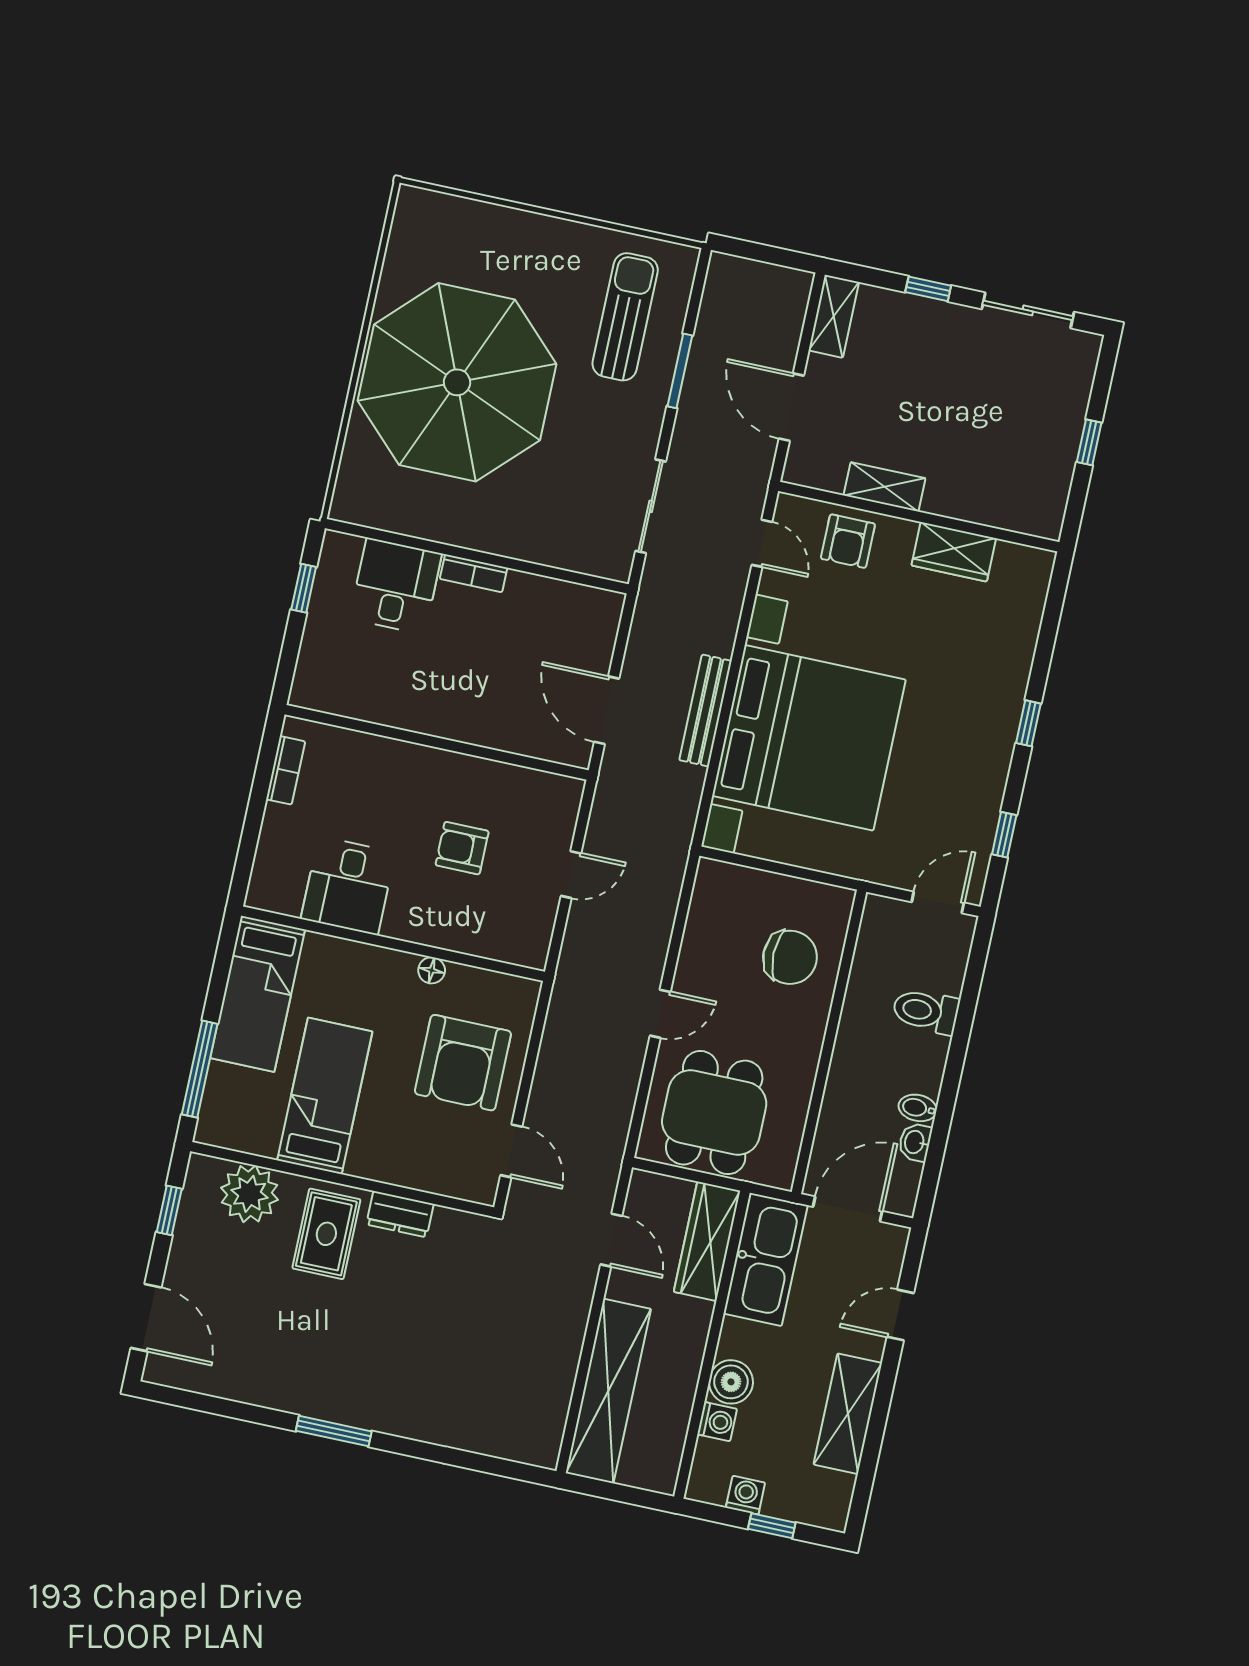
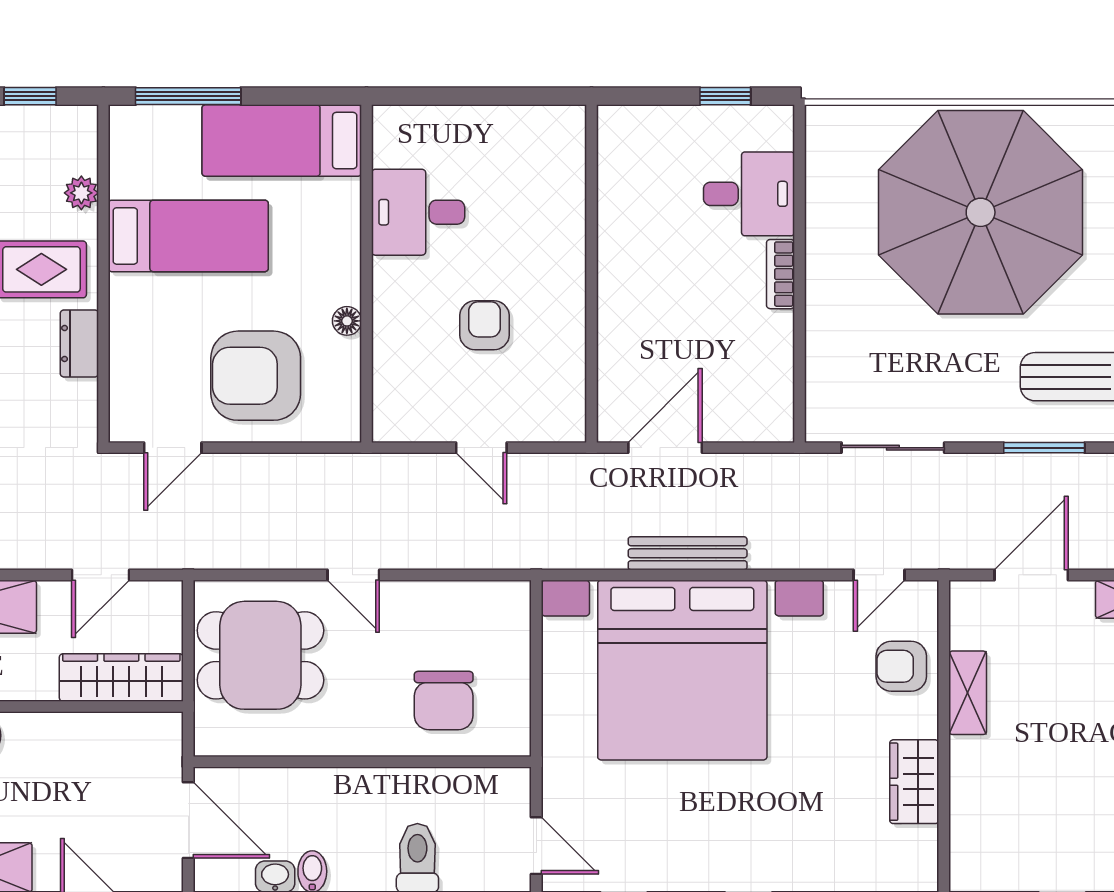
bookcase: (286, 770) -> (527, 119), removed
plant: (249, 1194) -> (81, 193), width x0.53, depth x0.53
kitchen sink: (766, 1259) -> (115, 744), removed

